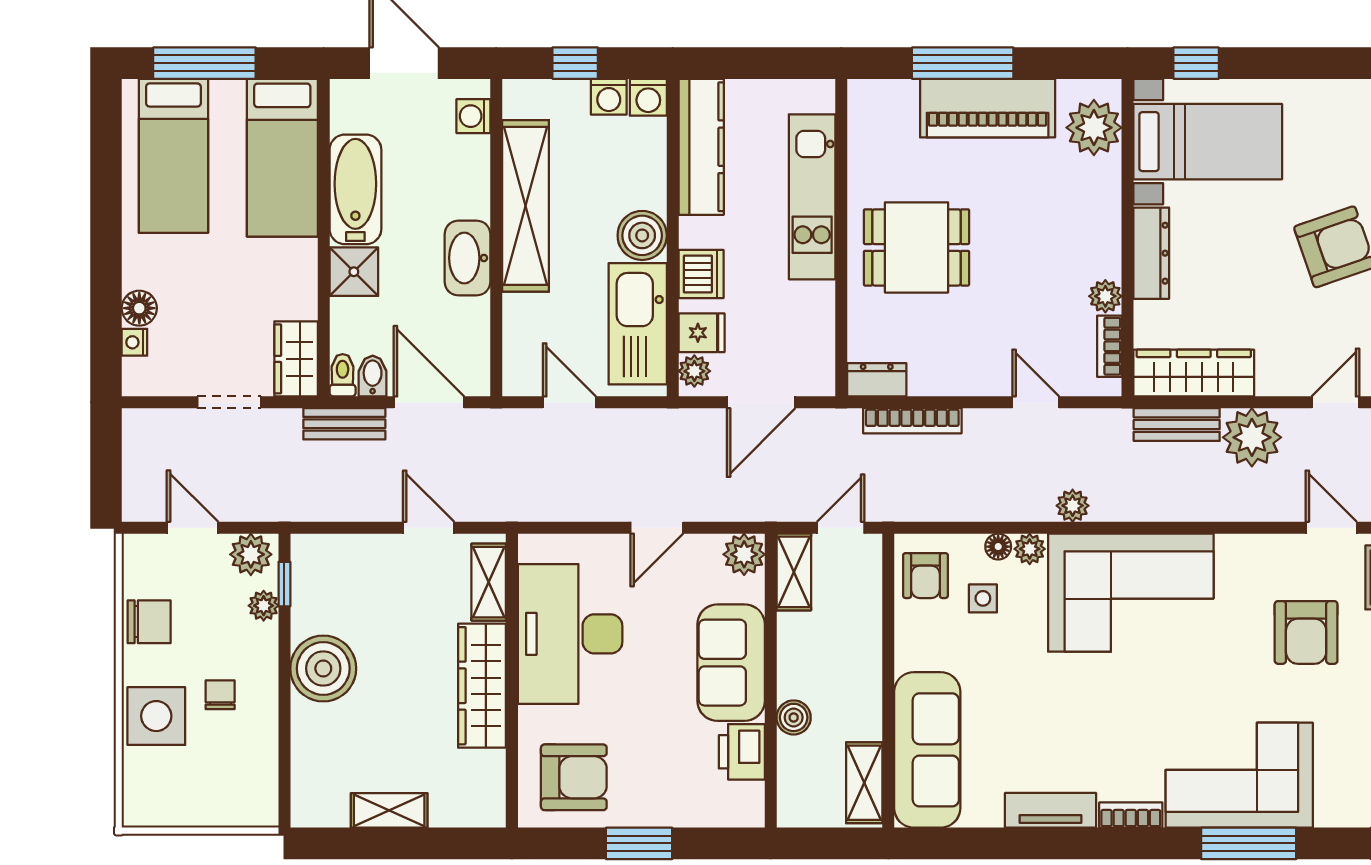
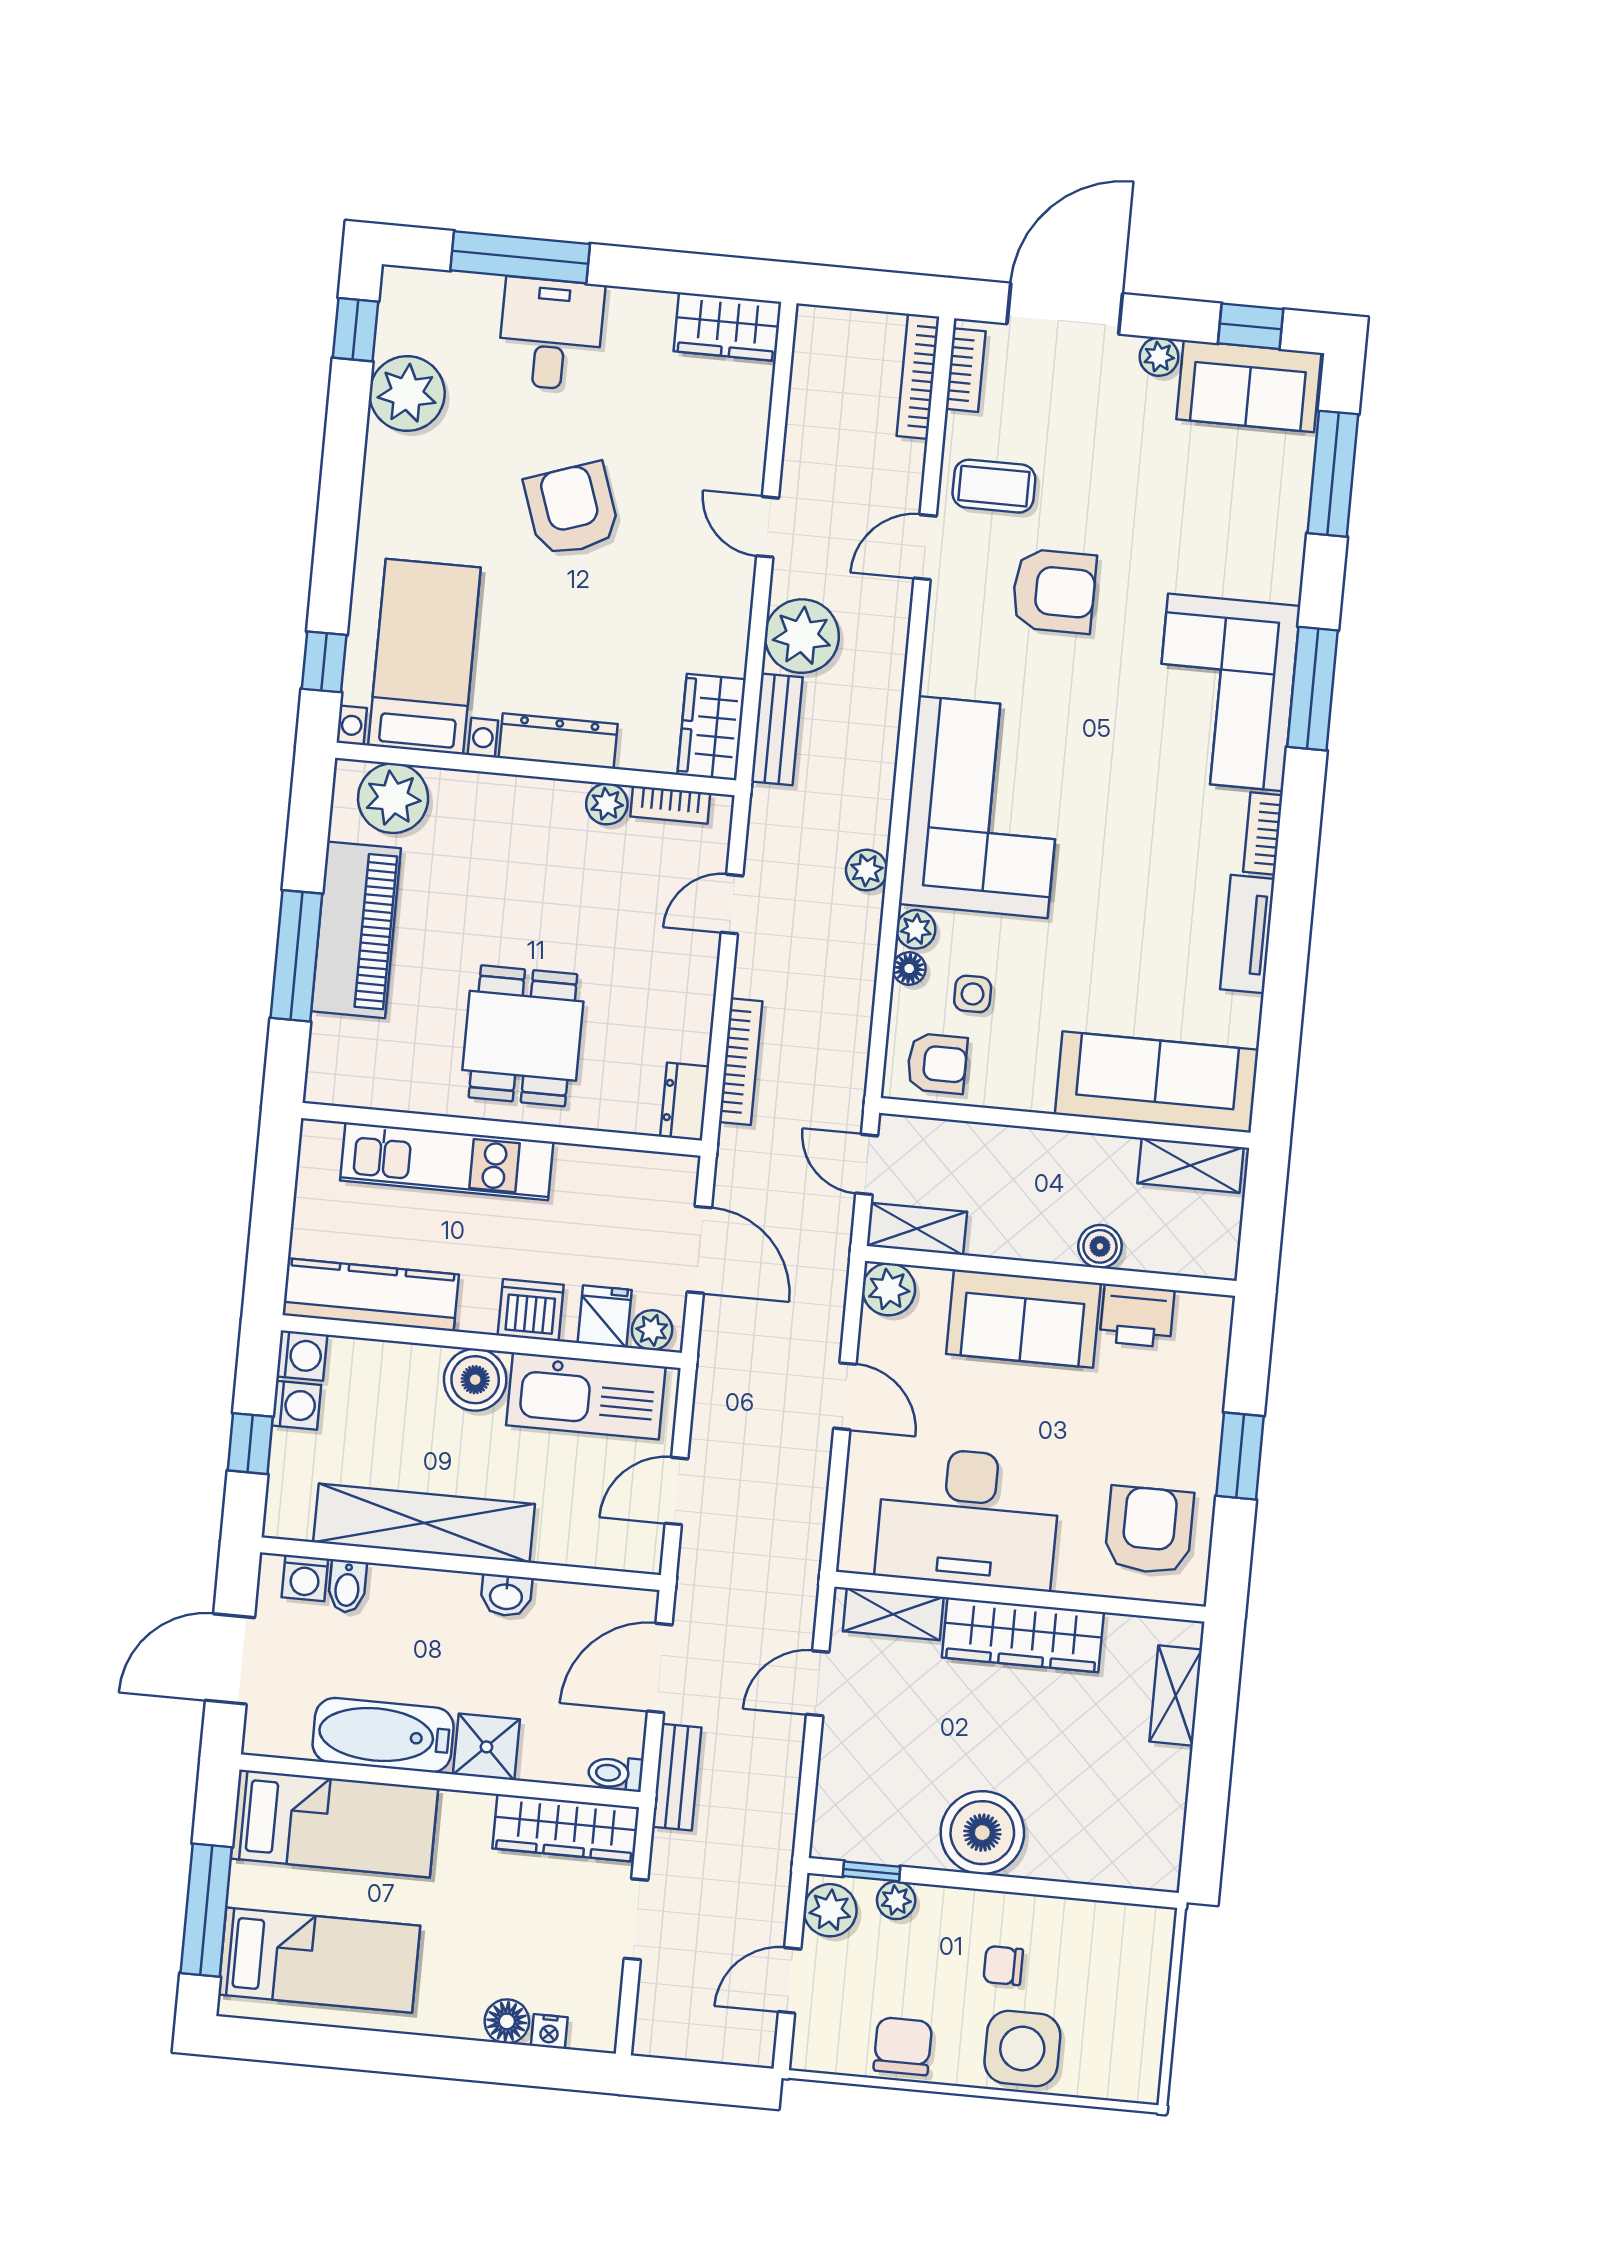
washbasin: (467, 258) -> (506, 1595), width x0.52, depth x0.69
wardrobe: (296, 359) -> (566, 1828), width x1.50
wardrobe: (1194, 373) -> (712, 727), width x0.67
bidet: (373, 376) -> (347, 1586), moved, turned -90
shelving: (389, 810) -> (1176, 1695), moved

